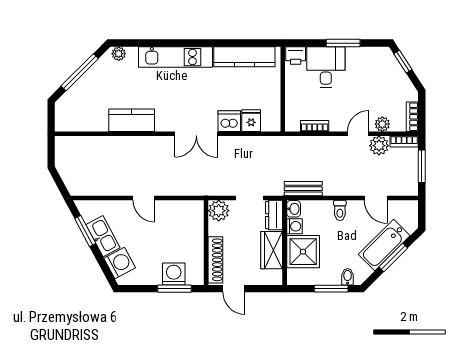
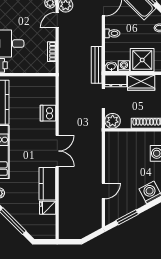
fridge: (251, 121) -> (48, 208), moved
double door: (196, 134) -> (57, 151), moved
door: (358, 134) -> (57, 20), hinge flipped
bench: (303, 189) -> (97, 65), width x1.36
door: (144, 198) -> (103, 191), moved
kitchen sink: (103, 236) -> (131, 204), removed

